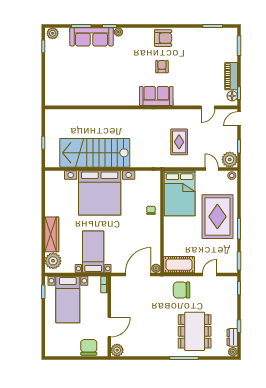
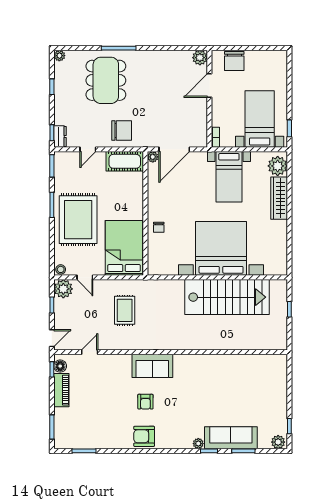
dresser: (232, 337) -> (60, 137), moved

